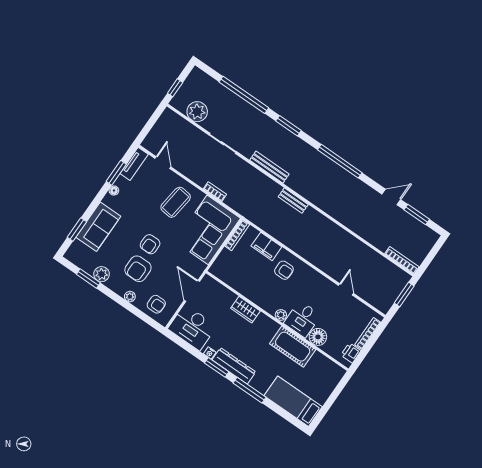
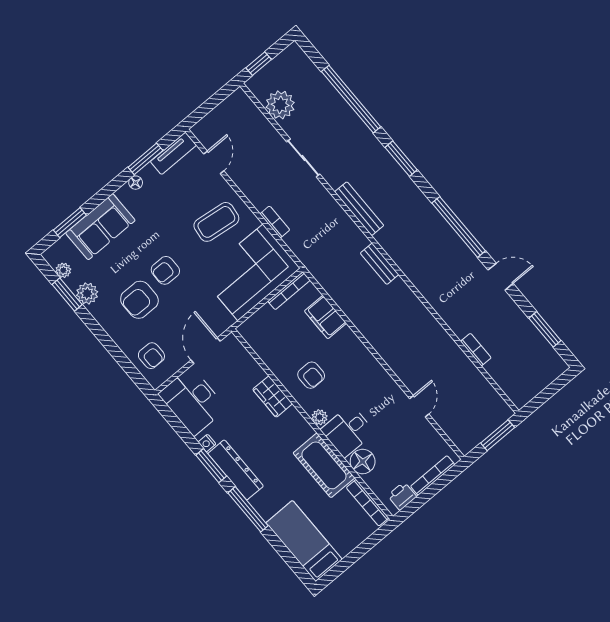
door: (391, 197) -> (501, 277), moved
bookcase: (402, 260) -> (476, 350), moved, width x0.64
armchair: (284, 270) -> (311, 375), moved
plant: (130, 297) -> (63, 270), moved
bookcase: (329, 364) -> (367, 503), added

